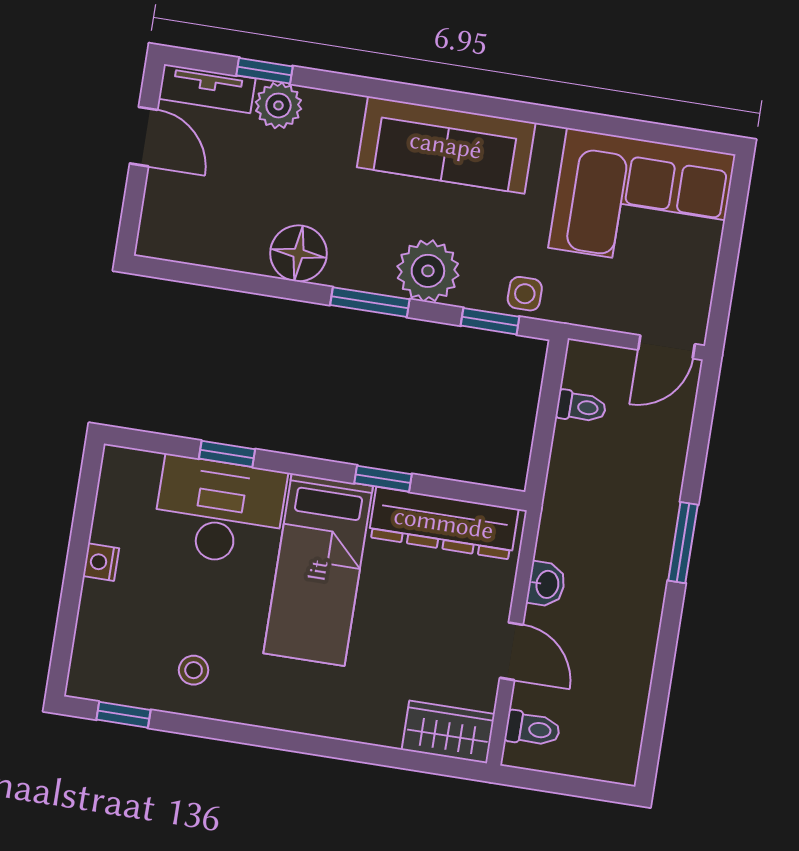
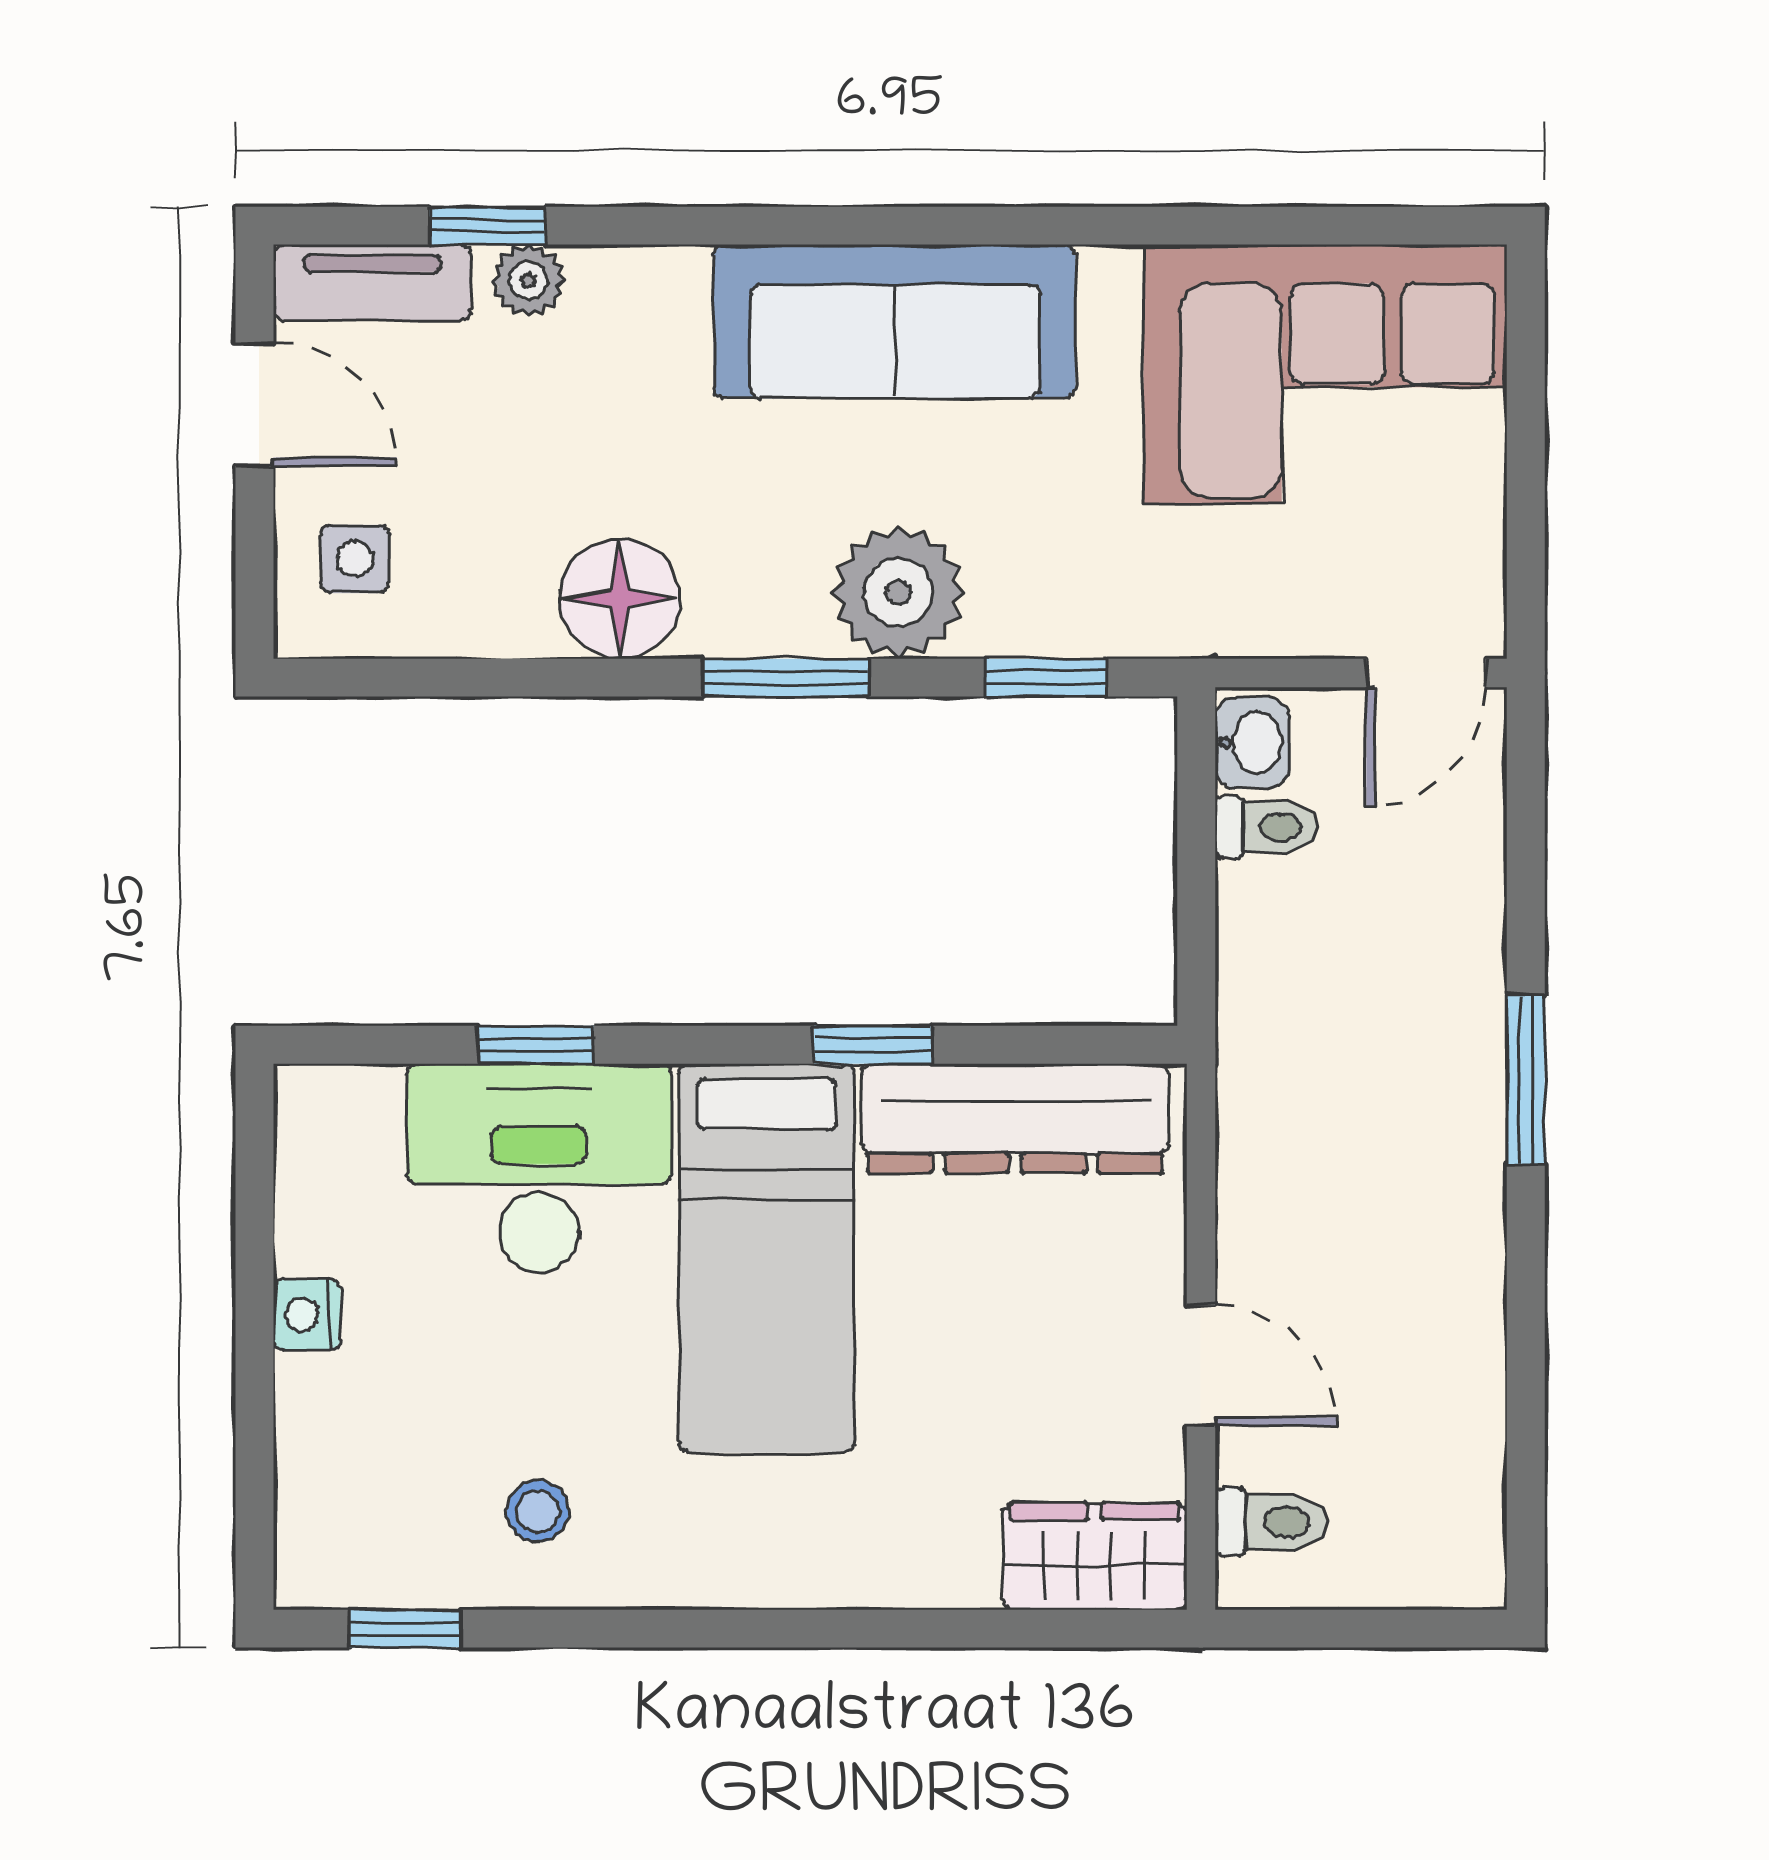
plant: (278, 105) -> (528, 280), width x0.73, depth x0.73
side table: (525, 294) -> (355, 559), moved
washbasin: (546, 584) -> (1252, 743), moved

